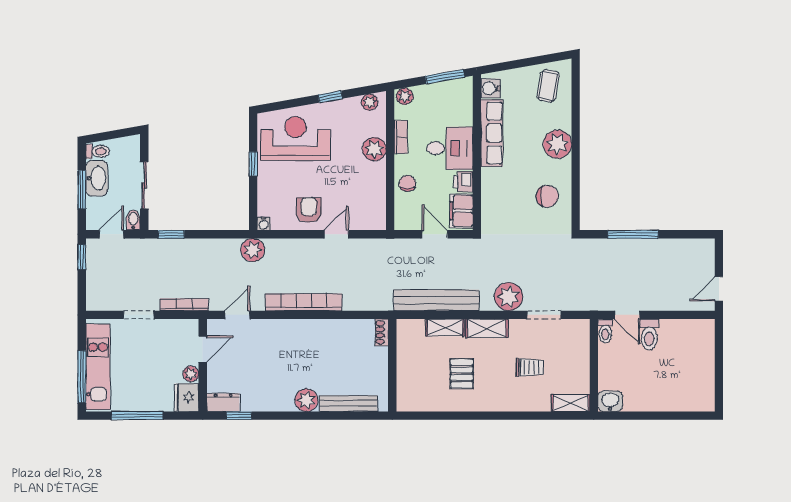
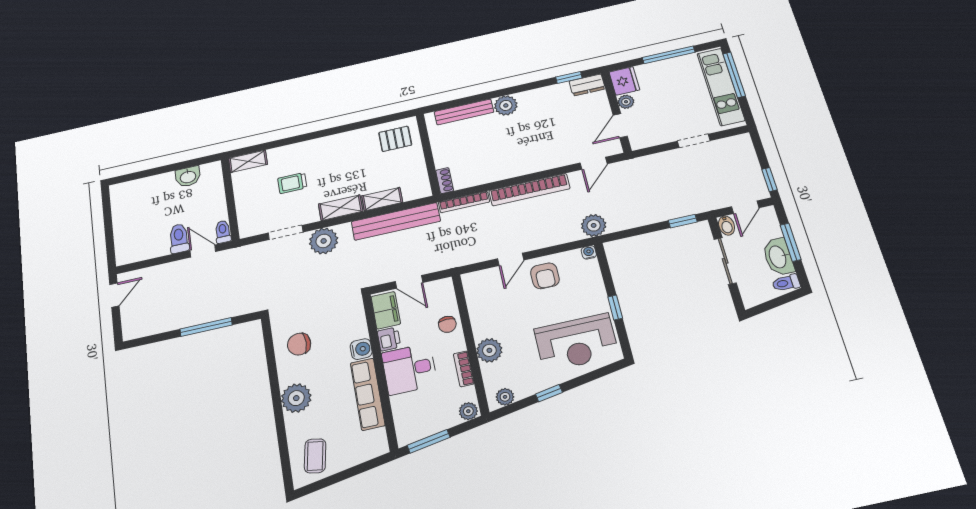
water cooler: (491, 88) -> (361, 349), moved
bookcase: (184, 305) -> (464, 202), moved
pallet: (462, 374) -> (395, 139), moved, turned 90
washbasin: (610, 401) -> (188, 177), moved

